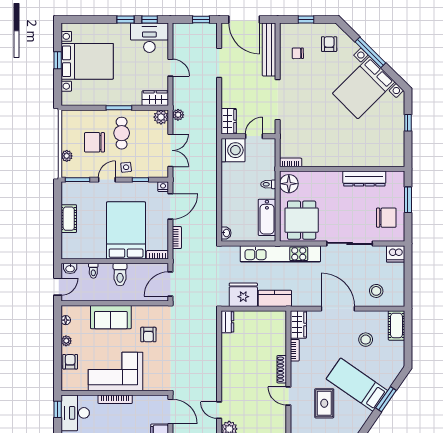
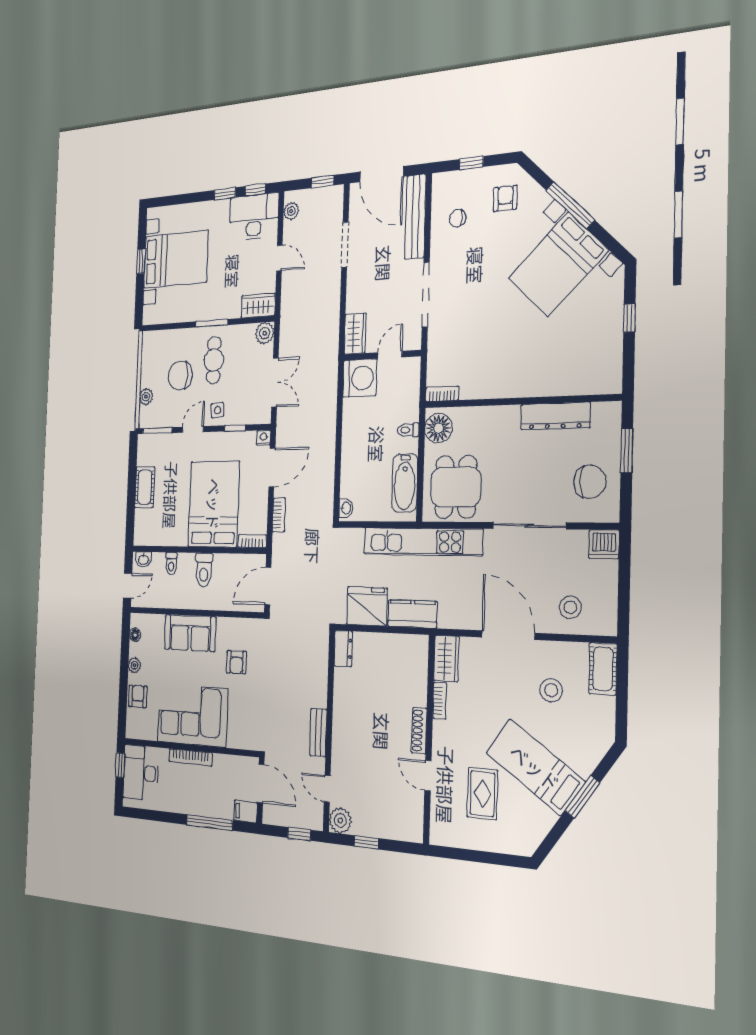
plant: (178, 115) -> (291, 211), moved
bench: (211, 376) -> (318, 732), added

